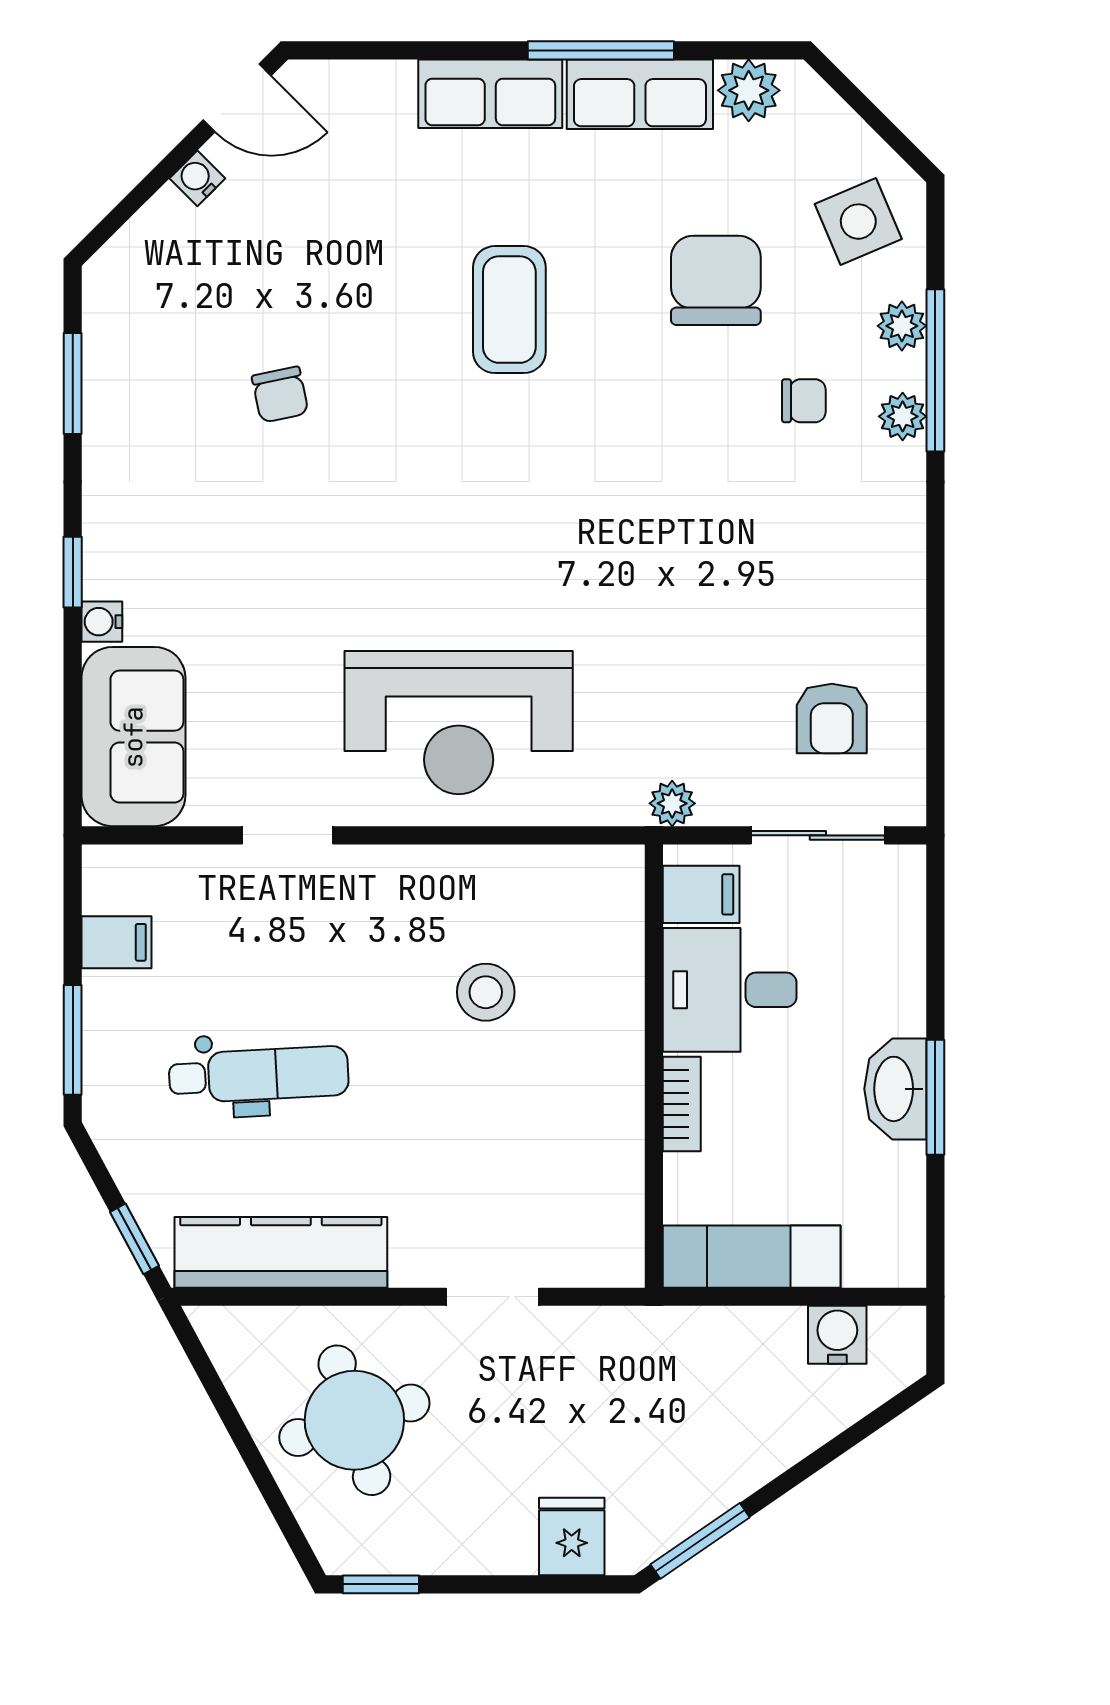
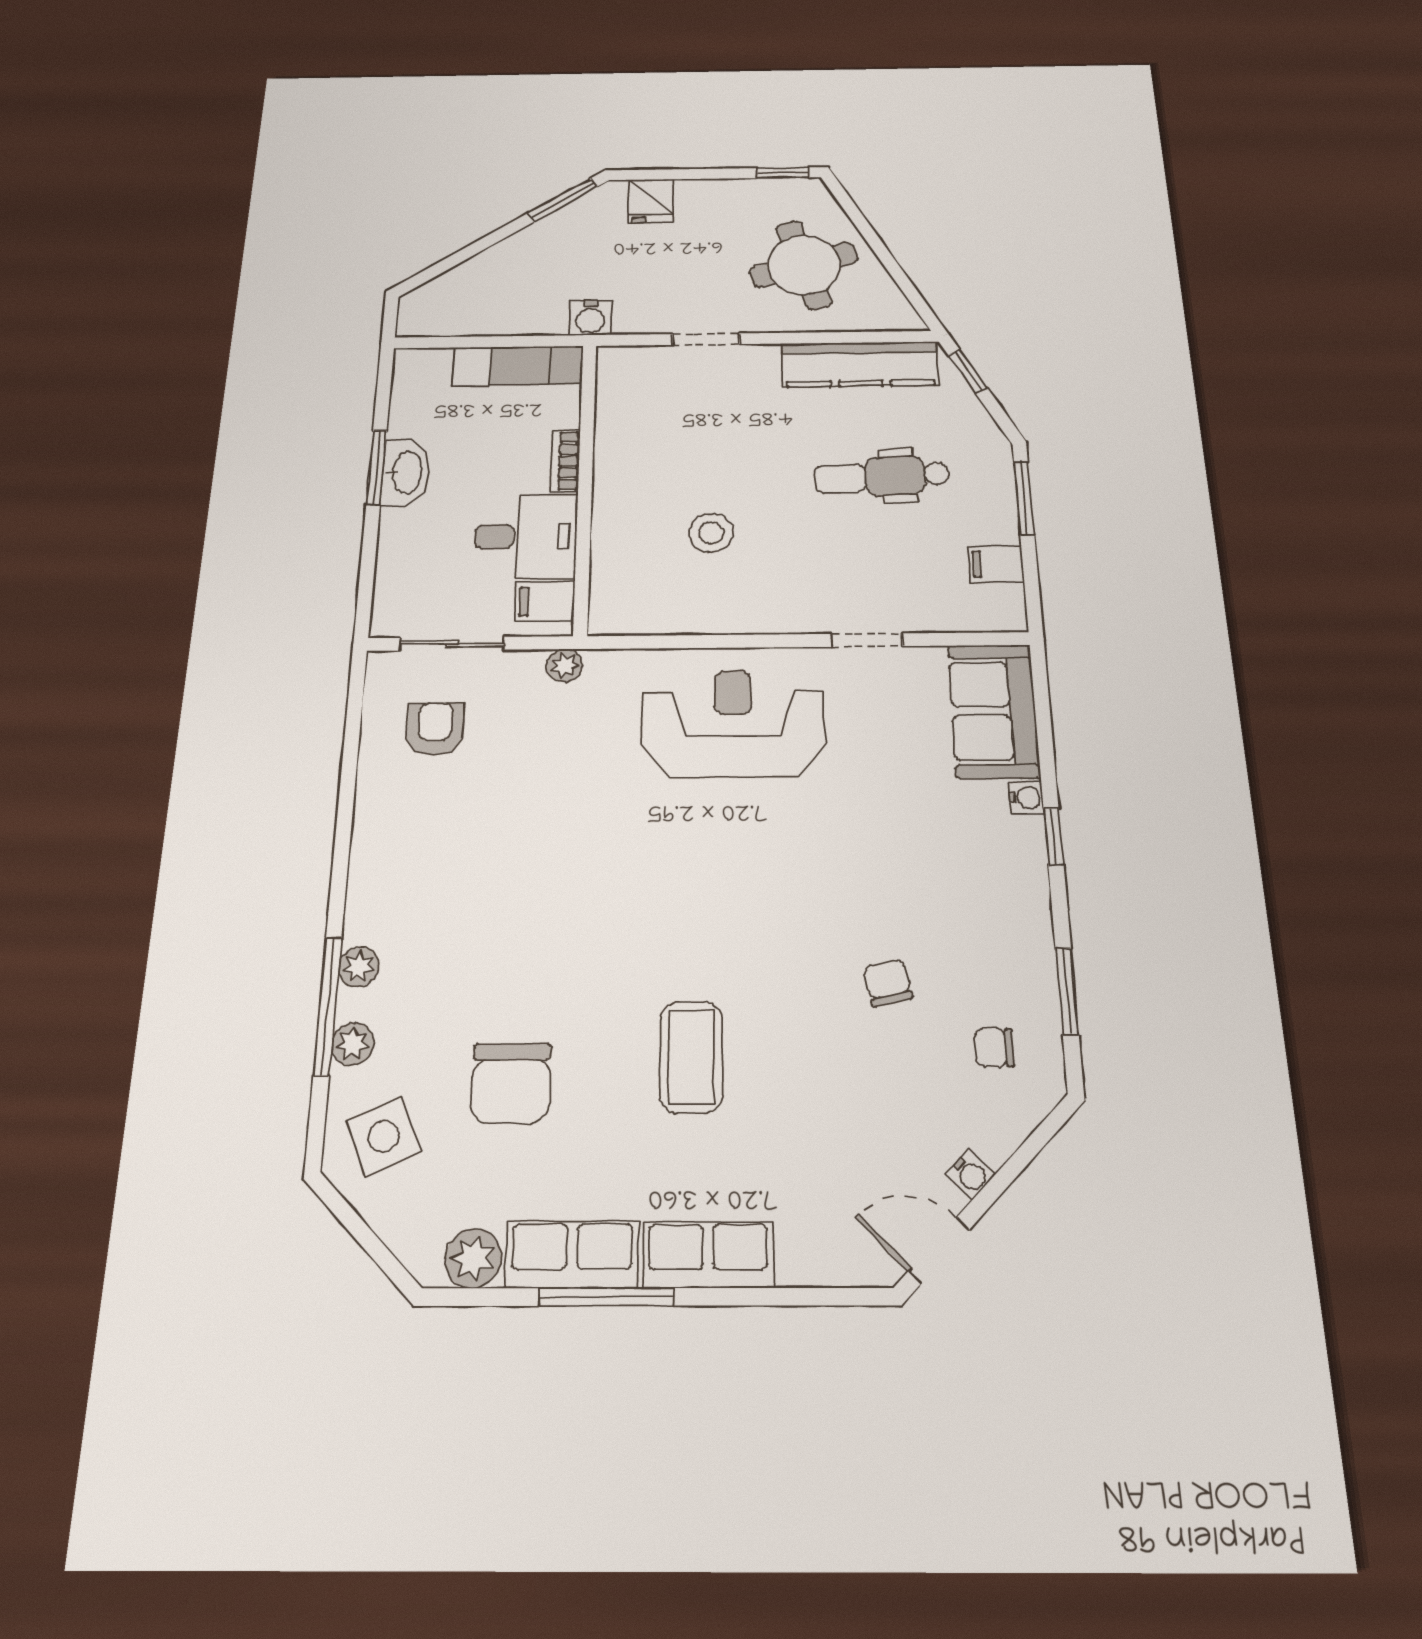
chair: (804, 401) -> (994, 1048), moved
water cooler: (837, 1335) -> (590, 318), moved

